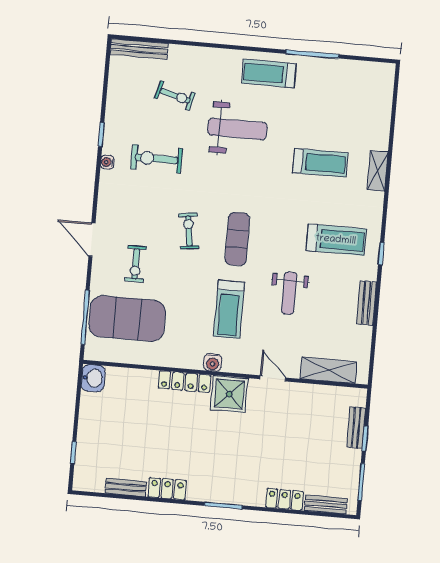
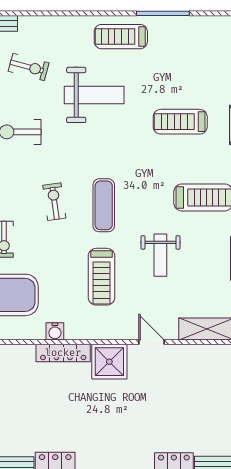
treadmill: (320, 163) -> (180, 122), turned 180
water cooler: (213, 362) -> (55, 331), moved

